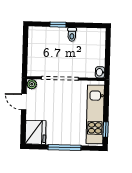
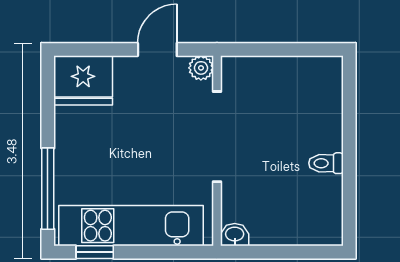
window: (58, 25) -> (349, 128), removed
window: (65, 148) -> (48, 189), moved

